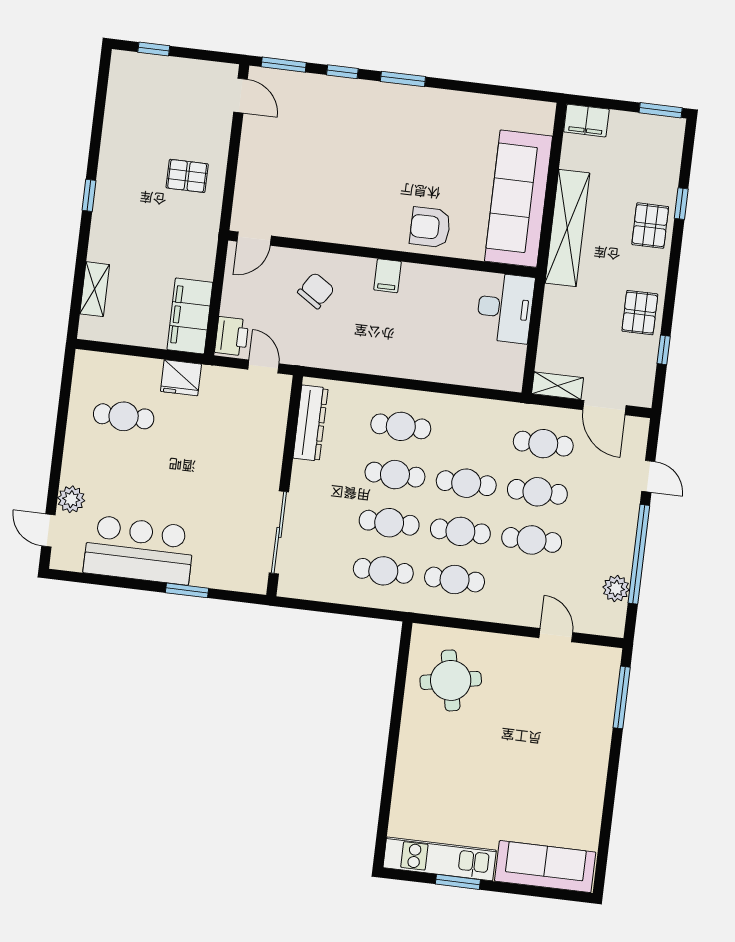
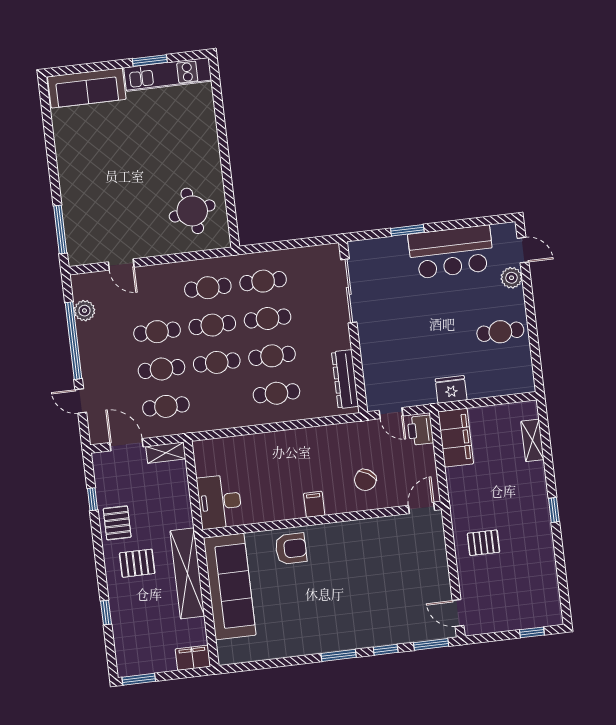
pallet: (650, 226) -> (137, 563), moved, turned 90
cafe table: (124, 416) -> (500, 332), moved

